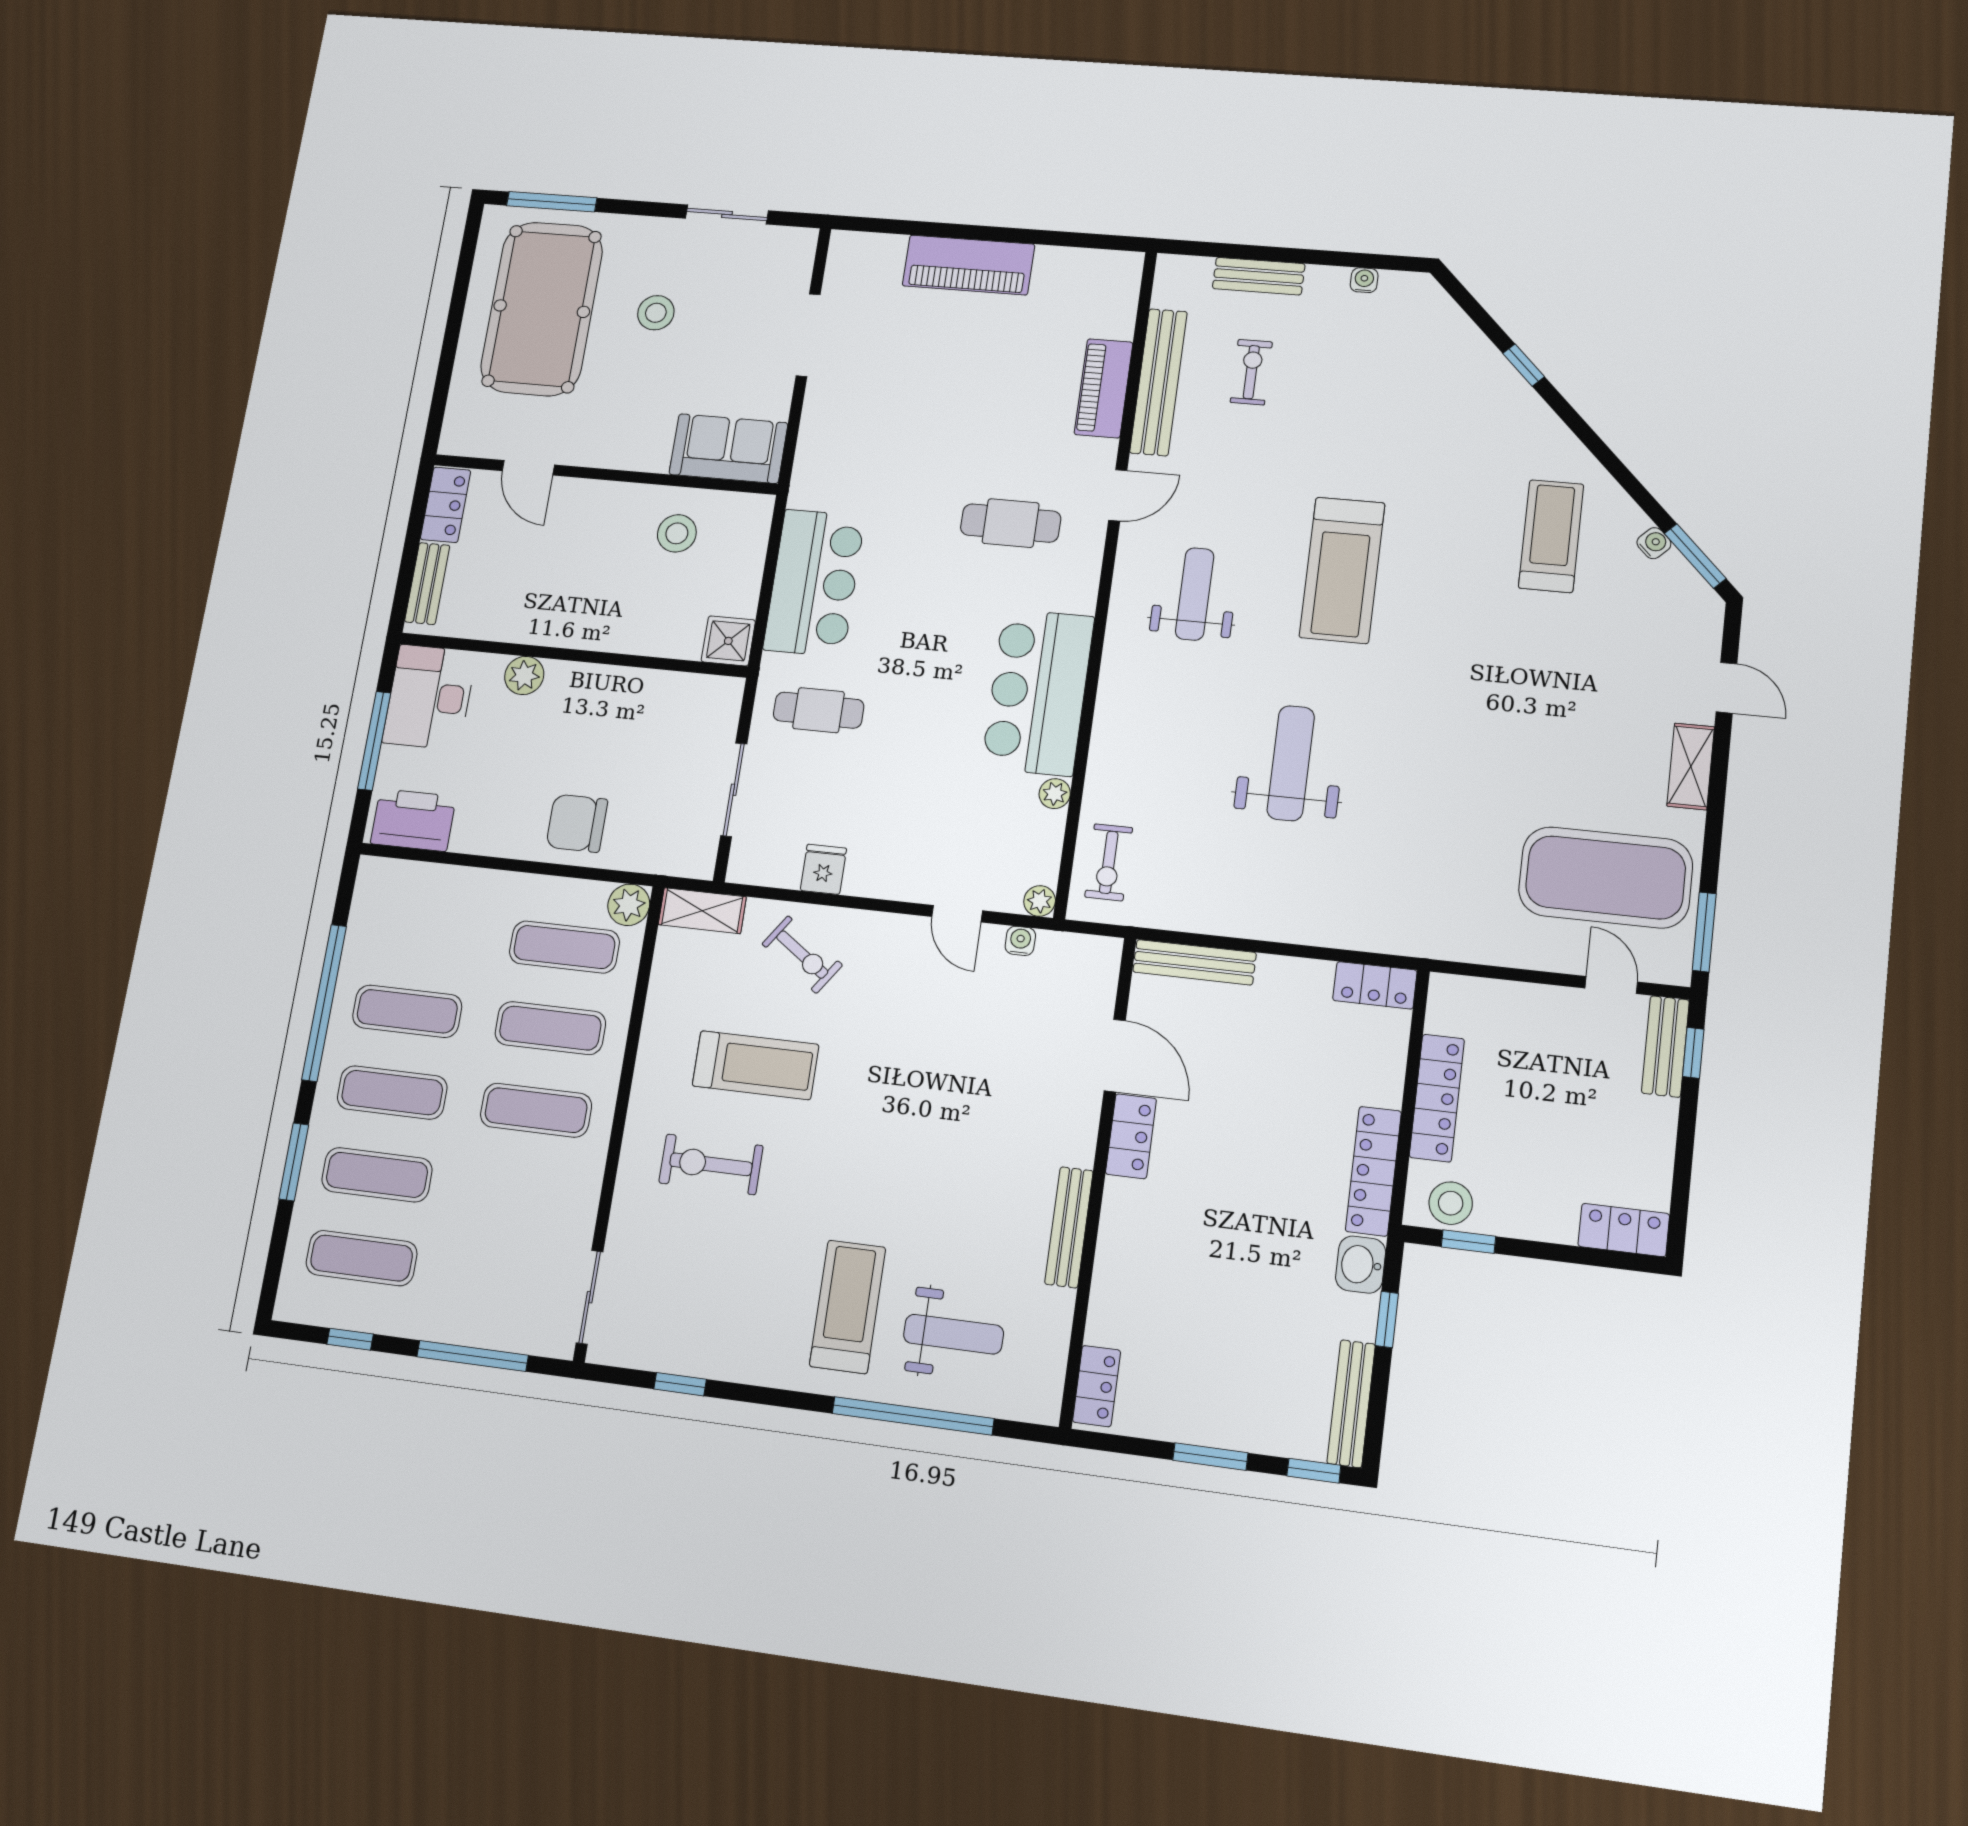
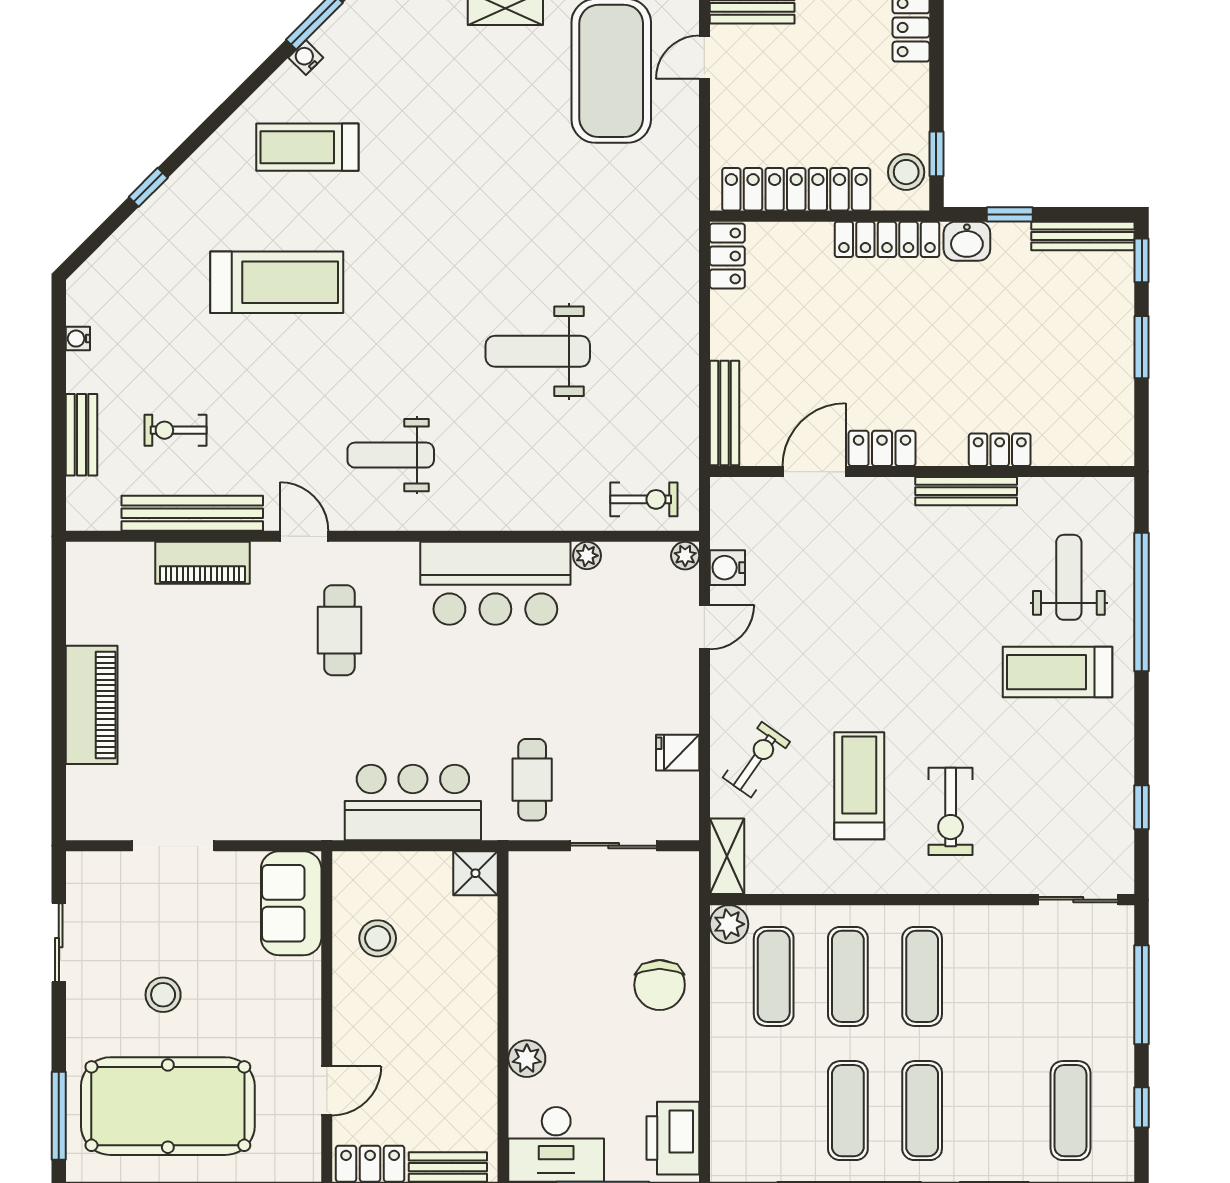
treadmill: (1342, 570) -> (277, 282), moved
water cooler: (1020, 941) -> (727, 568), width x1.38, depth x1.38
locker: (1437, 1098) -> (796, 189), width x1.41, depth x1.21
exercise mat: (377, 1175) -> (996, 1111), removed
locker: (1097, 1386) -> (1000, 450), moved

